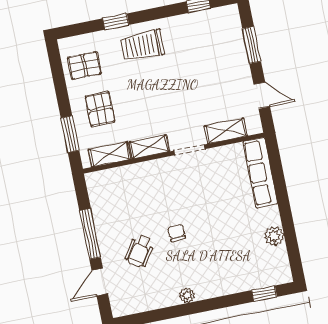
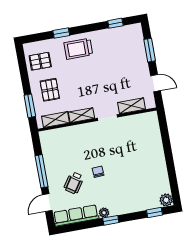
row of seats: (260, 173) -> (76, 215), moved, turned 90
plant: (274, 236) -> (166, 200), moved
window: (198, 307) -> (111, 220), added

